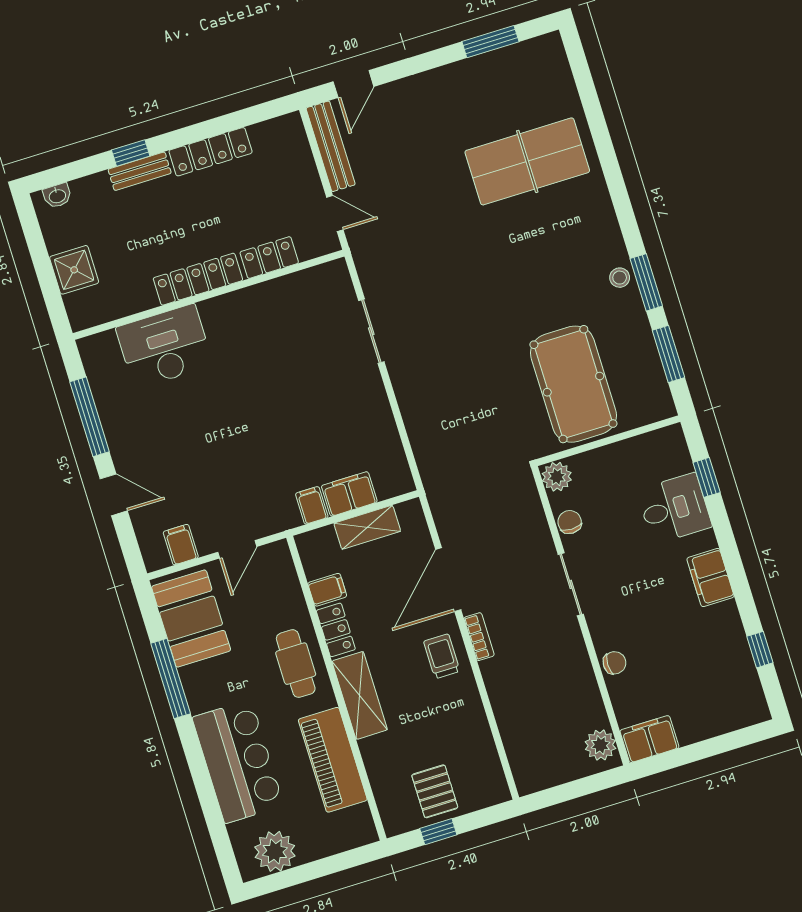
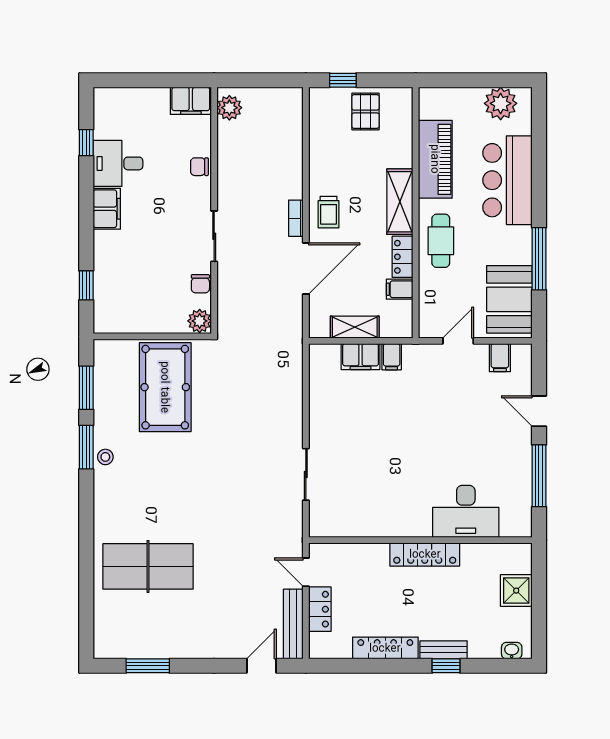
locker: (269, 258) -> (320, 609), moved, turned -90
desk: (674, 508) -> (118, 163), moved
window: (438, 832) -> (343, 80), moved

